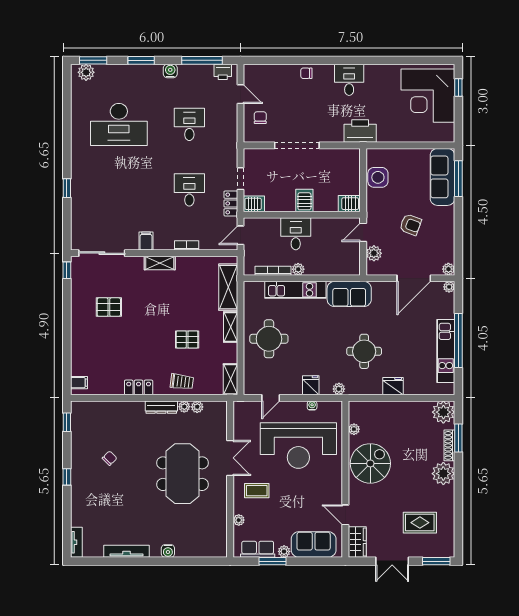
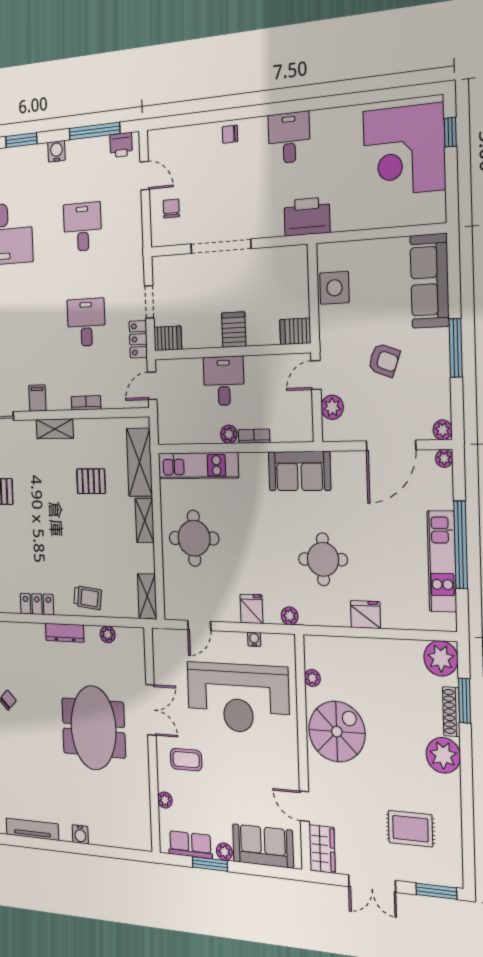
window: (458, 179) -> (456, 348), moved
bookcase: (273, 271) -> (254, 436), moved, width x0.64
kitchen unit: (295, 290) -> (198, 466), moved
pallet: (187, 339) -> (91, 481), moved
plant: (184, 407) -> (92, 633), removed

